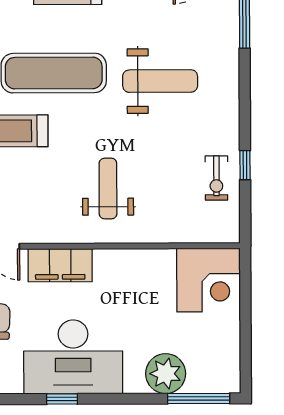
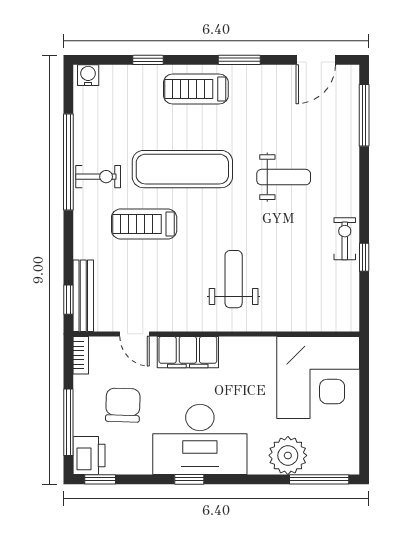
weight bench: (160, 81) -> (284, 177), width x0.73, depth x0.75
exercise bike: (216, 178) -> (345, 239), moved, turned 180
corner desk: (208, 280) -> (318, 378), width x1.36, depth x1.36

